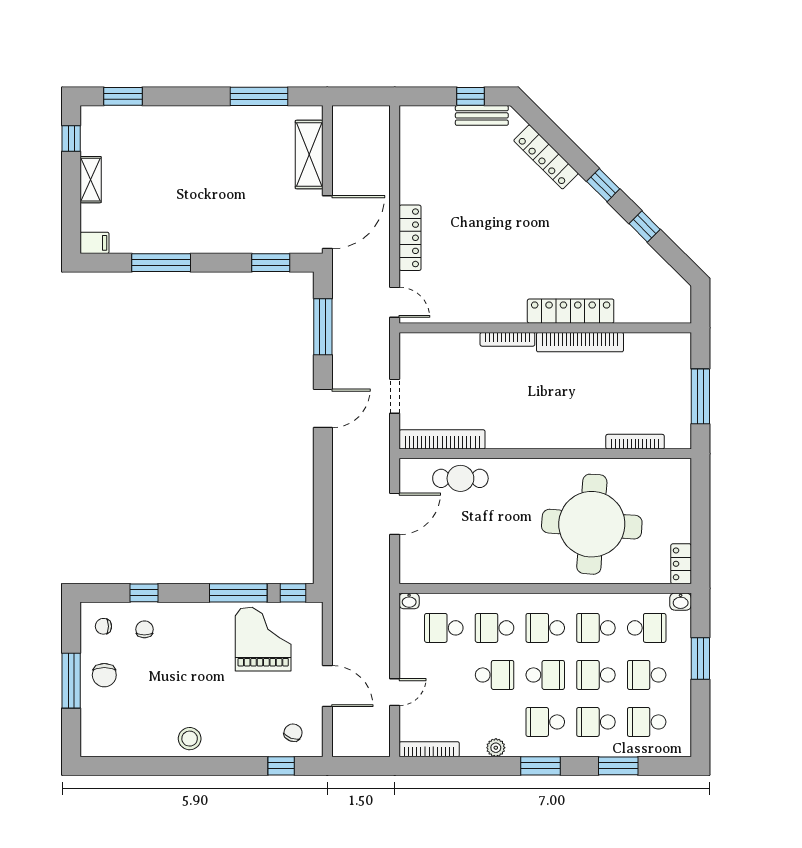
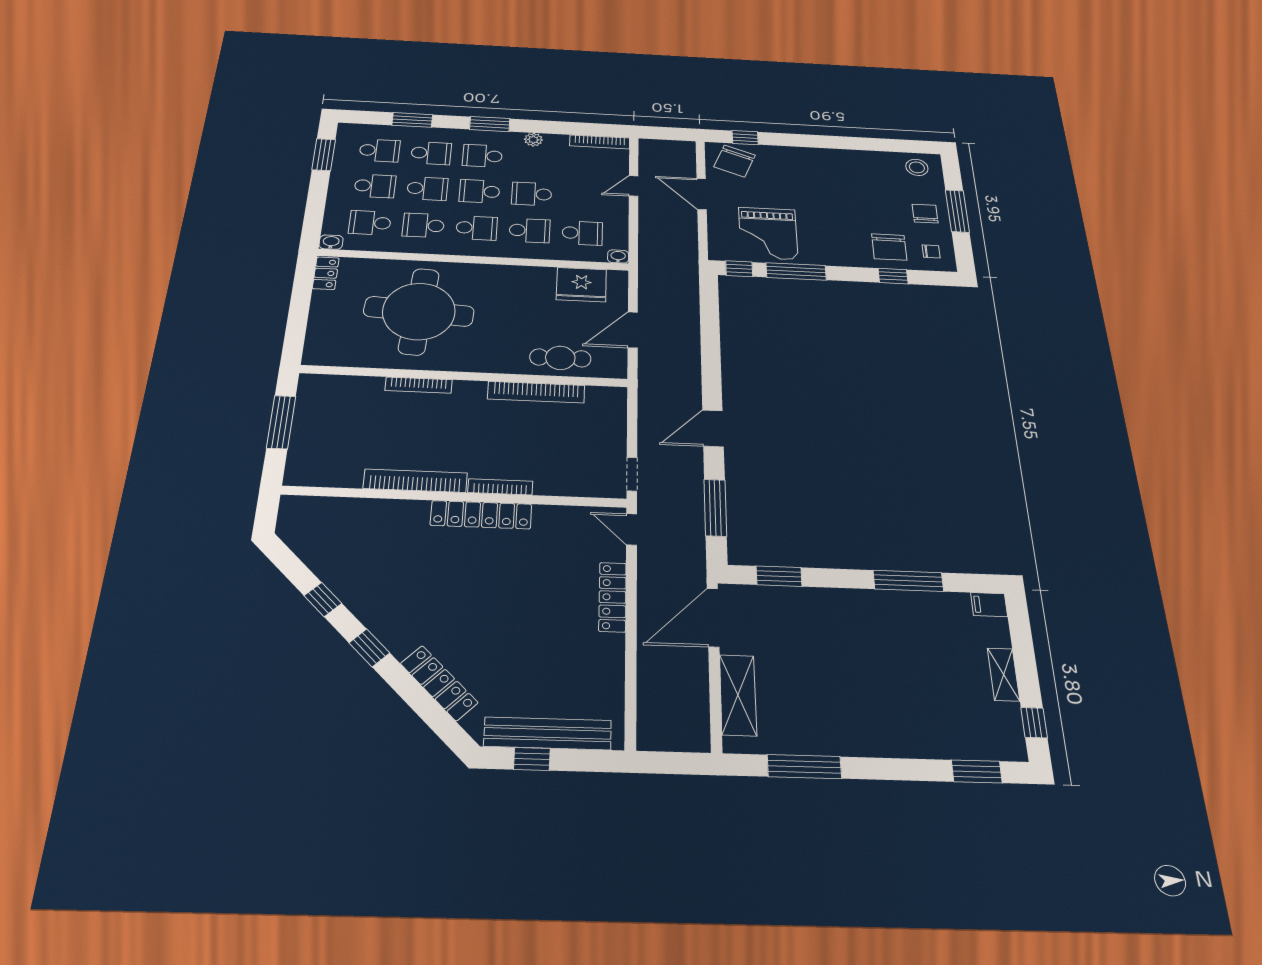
bench: (482, 115) -> (548, 733), width x1.86, depth x1.21
locker: (571, 311) -> (481, 515), moved
doorway: (395, 396) -> (632, 474), moved
bookcase: (442, 439) -> (536, 392), moved
bookcase: (635, 442) -> (419, 385), moved
fridge: (443, 564) -> (581, 285), added
school desk: (596, 628) -> (423, 225), turned 180
chair: (144, 629) -> (889, 247), width x1.87, depth x1.87
window: (700, 658) -> (324, 155), moved
school desk: (545, 722) -> (482, 156), turned 180
chair: (293, 733) -> (735, 161), width x1.87, depth x1.87
stool: (190, 739) -> (917, 167), moved

